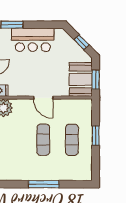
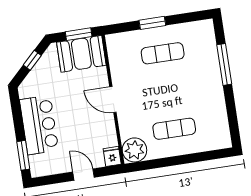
door: (43, 98) -> (113, 100), swing flipped
exercise mat: (43, 140) -> (174, 129), moved
window: (44, 184) -> (224, 64), moved

